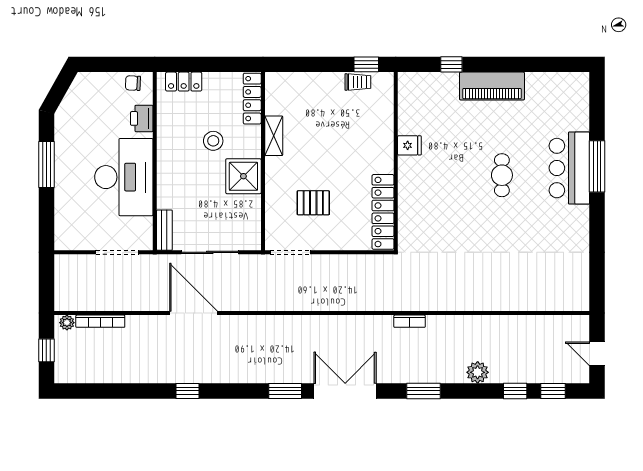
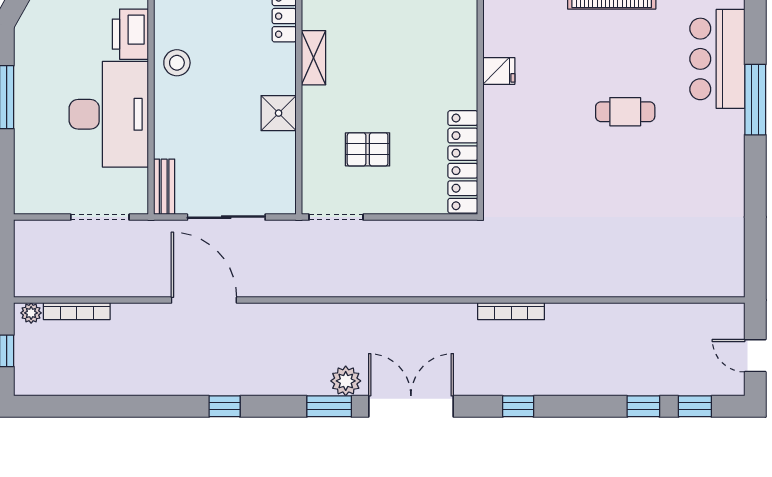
printer: (142, 118) -> (130, 34), width x1.37, depth x1.19
stool: (213, 141) -> (177, 63), moved
bar counter: (569, 168) -> (717, 59), moved
cafe table: (502, 175) -> (625, 112), turned 90
shower: (243, 176) -> (279, 113), width x0.73, depth x0.73
bookcase: (410, 321) -> (511, 311), width x1.56
plant: (478, 372) -> (346, 381), moved
window: (188, 391) -> (225, 406), moved
window: (423, 391) -> (518, 406), width x0.67

